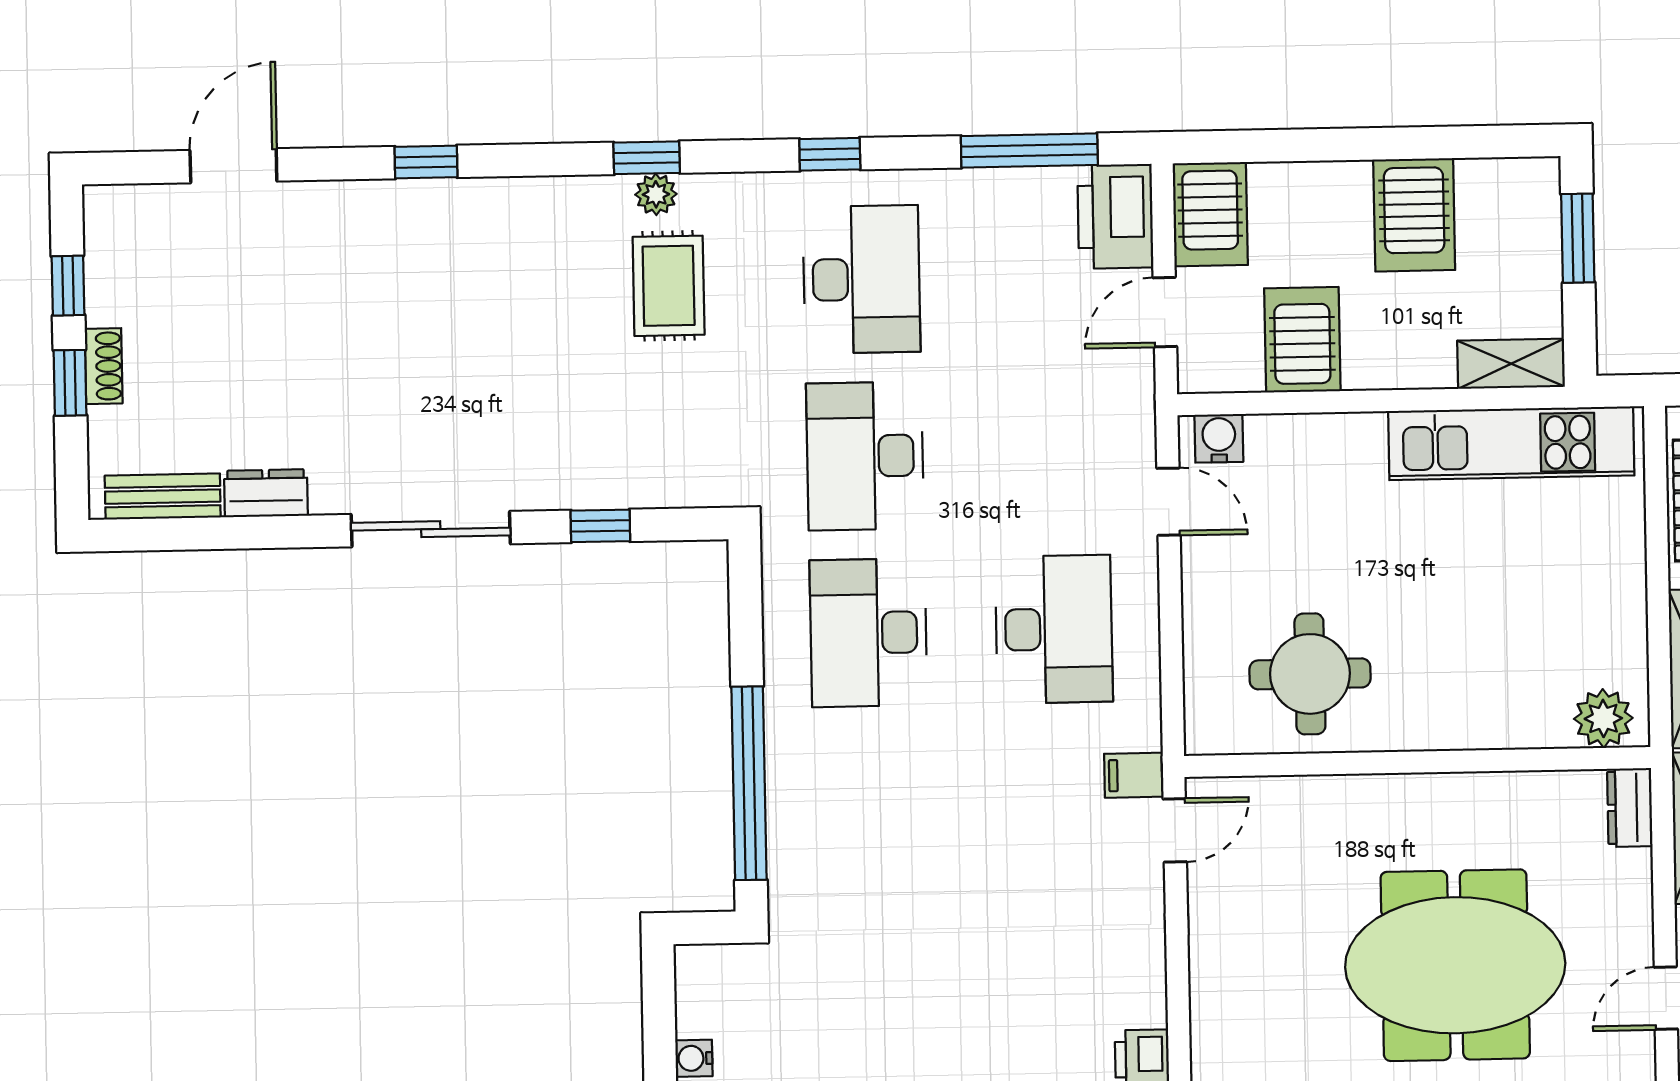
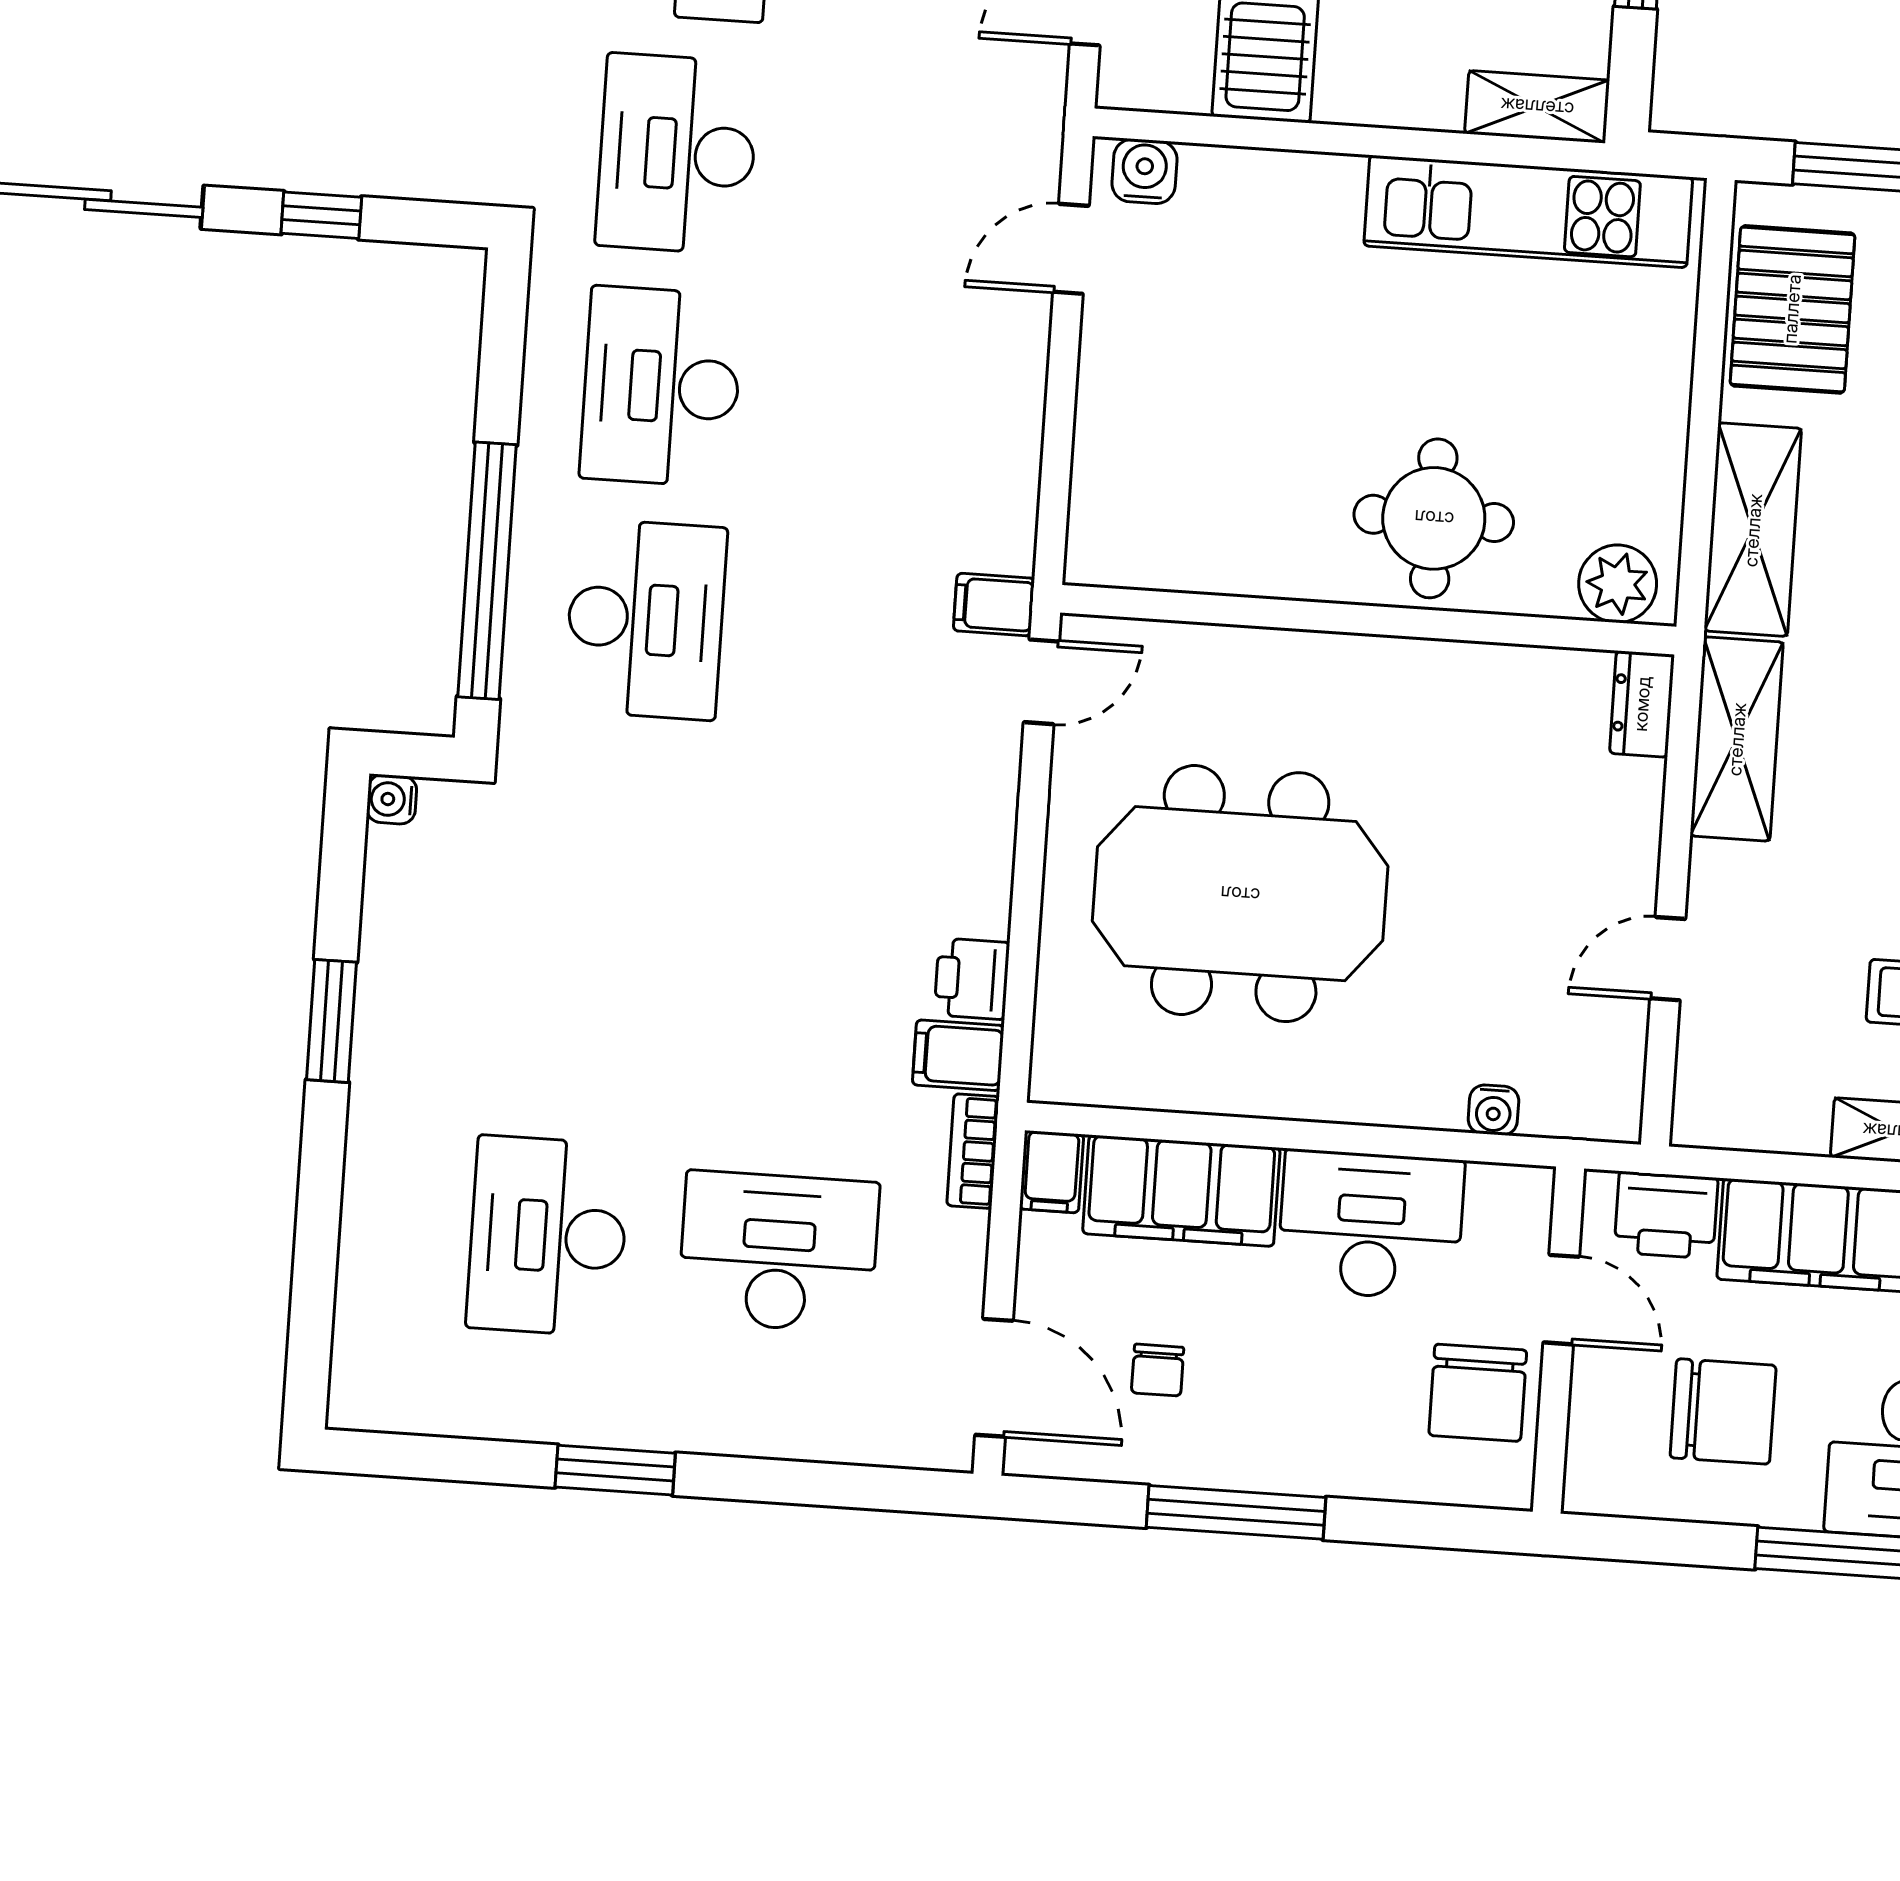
door: (1168, 502) -> (1071, 249), swing flipped
desk: (1054, 629) -> (645, 619), moved
round table: (1310, 674) -> (1434, 518), moved
meeting table: (1455, 965) -> (1240, 894), moved
water cooler: (694, 1058) -> (392, 799), moved

